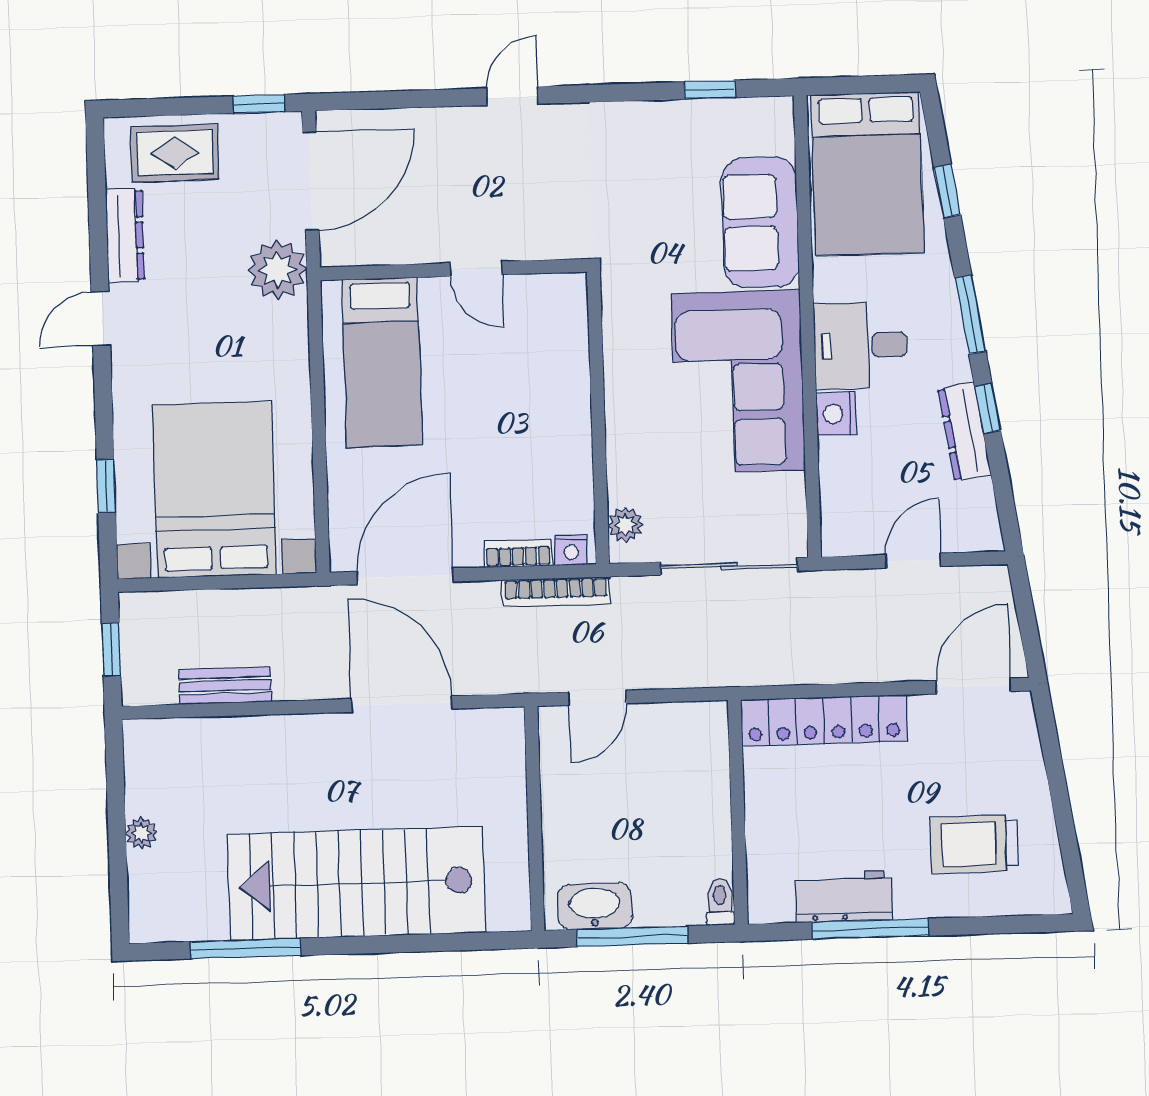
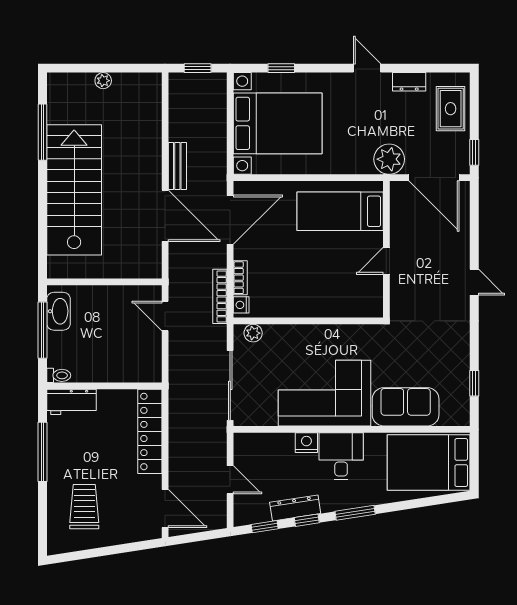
window: (947, 191) -> (265, 527), moved
dresser: (125, 235) -> (409, 82), width x0.70
door: (405, 577) -> (230, 220), hinge flipped
bench: (225, 686) -> (177, 166), moved
door: (402, 704) -> (165, 216), hinge flipped
workbench: (844, 896) -> (72, 402), moved, turned 90

